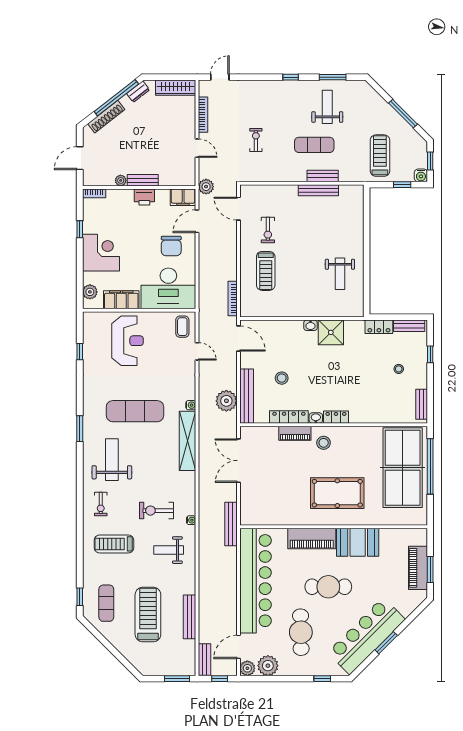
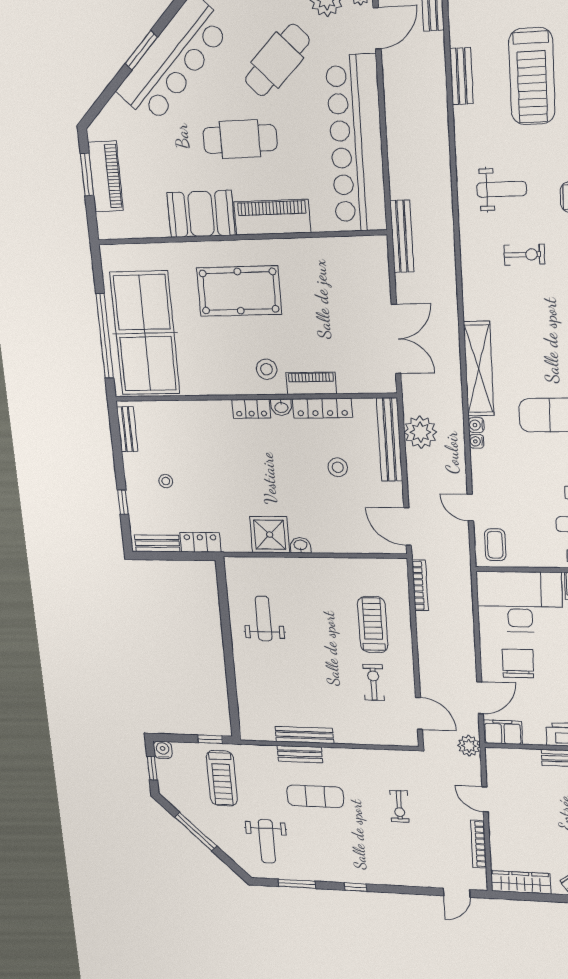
weight bench: (327, 107) -> (267, 841), moved
window: (402, 185) -> (210, 739), moved
exercise bike: (157, 511) -> (524, 255), width x0.73, depth x0.72
water cooler: (191, 520) -> (476, 441), moved
bench: (189, 617) -> (461, 76), width x0.73
cafe table: (301, 632) -> (277, 60), turned 47

